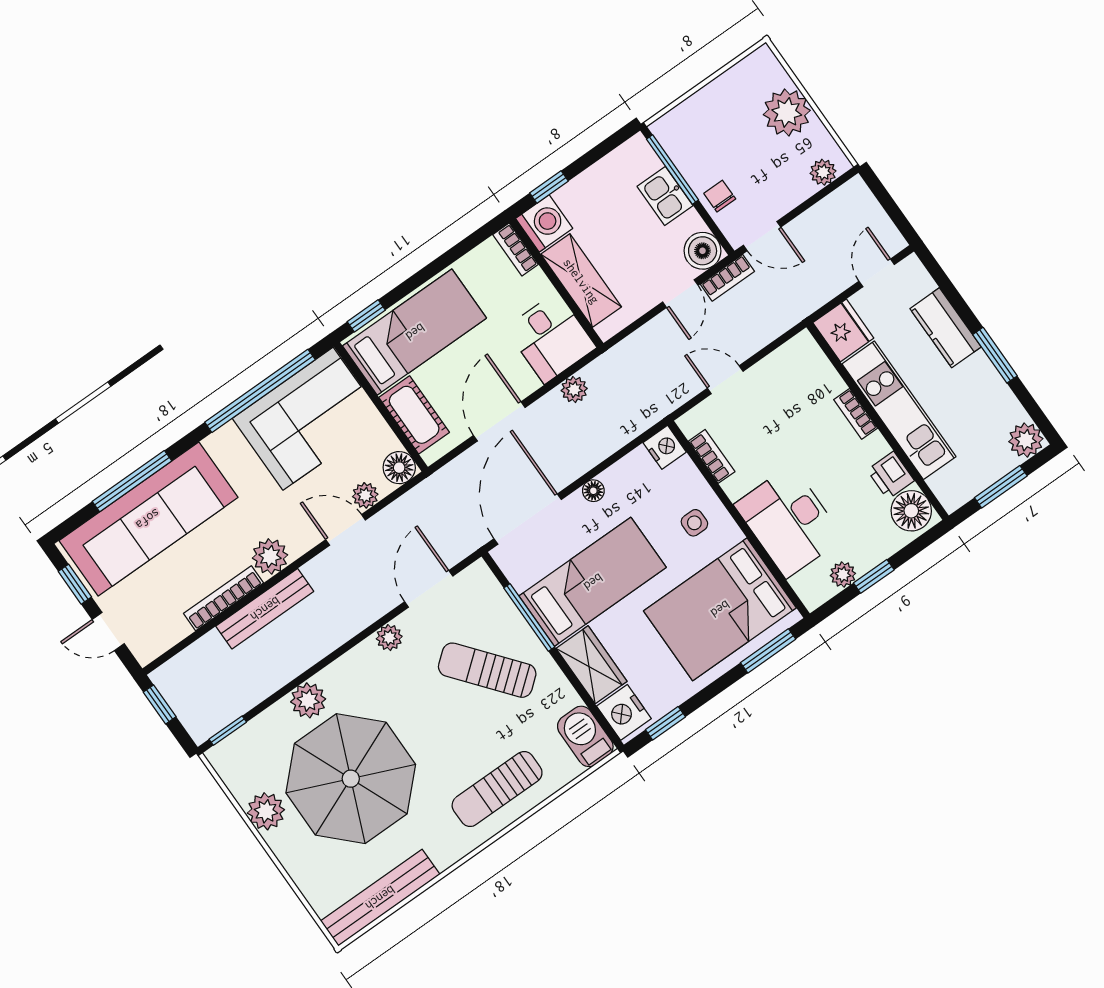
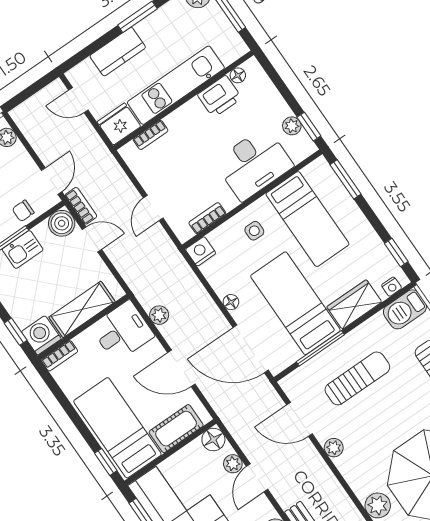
bookcase: (856, 414) -> (151, 135), moved
printer: (891, 475) -> (220, 96), width x1.36, depth x1.24
floor lamp: (911, 511) -> (238, 75), width x0.53, depth x0.53
window: (874, 576) -> (309, 127), moved
bed: (720, 609) -> (307, 219), width x0.67
sun lounger: (487, 670) -> (357, 378), turned -141
nightstand: (624, 712) -> (392, 287), width x0.53, depth x0.56

